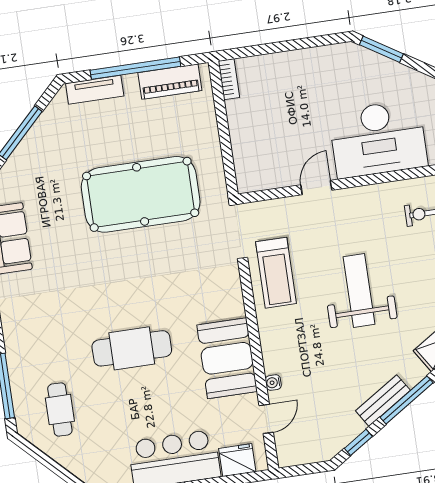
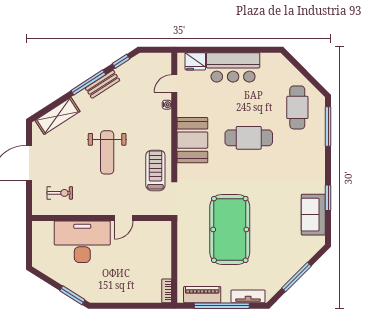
pool table: (141, 194) -> (230, 229), turned 90
booth: (227, 358) -> (192, 140), moved
cafe table: (60, 410) -> (297, 107), width x1.37, depth x1.35

